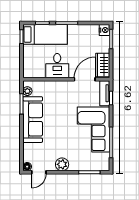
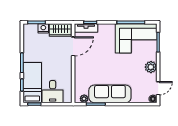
nightstand: (104, 30) -> (43, 28), moved
desk: (57, 66) -> (53, 92), moved, turned 90
door: (85, 79) -> (73, 46), swing flipped
corner sofa: (93, 130) -> (136, 38), moved
door: (39, 172) -> (158, 88), hinge flipped

